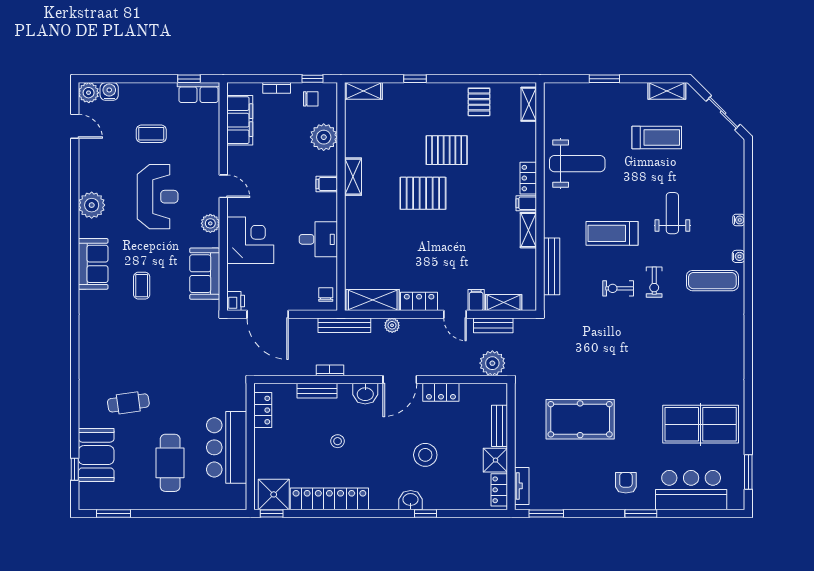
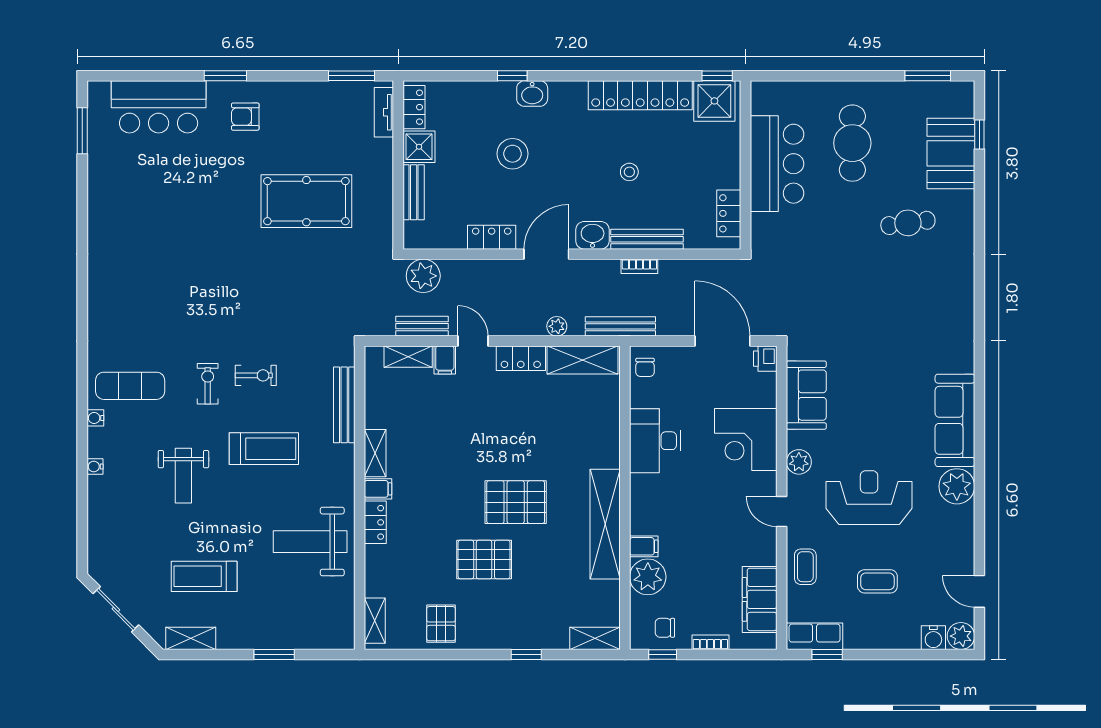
shelving: (353, 177) -> (605, 524), width x2.20, depth x1.33
filing cabinet: (327, 184) -> (644, 546), moved
reception desk: (158, 197) -> (869, 498), turned 90
desk: (318, 239) -> (655, 441), width x1.37
sofa: (93, 264) -> (955, 420), width x1.36
coffee table: (142, 286) -> (805, 567), moved
bench: (317, 391) -> (647, 239), width x1.36
table tennis table: (701, 424) -> (146, 195), removed
armchair: (626, 483) -> (245, 117), turned 90

